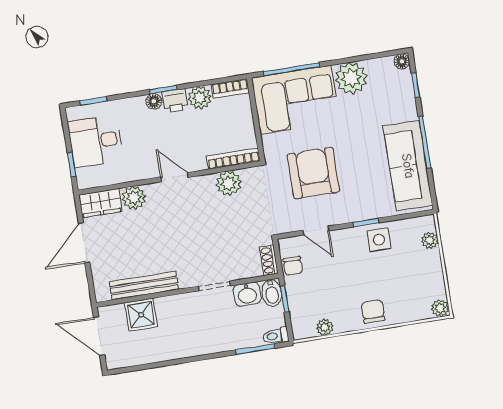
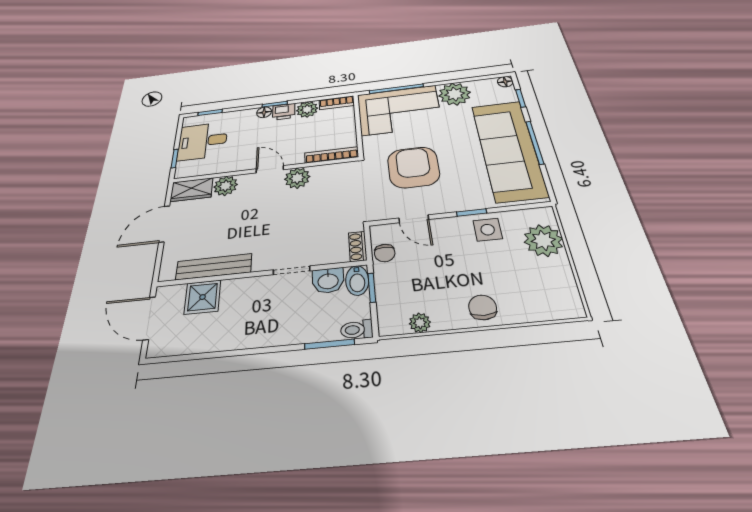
sofa: (408, 166) -> (508, 150), width x1.36, depth x1.27
plant: (229, 183) -> (297, 178), moved
plant: (430, 240) -> (543, 240), width x1.88, depth x1.88
plant: (440, 308) -> (572, 308), removed

